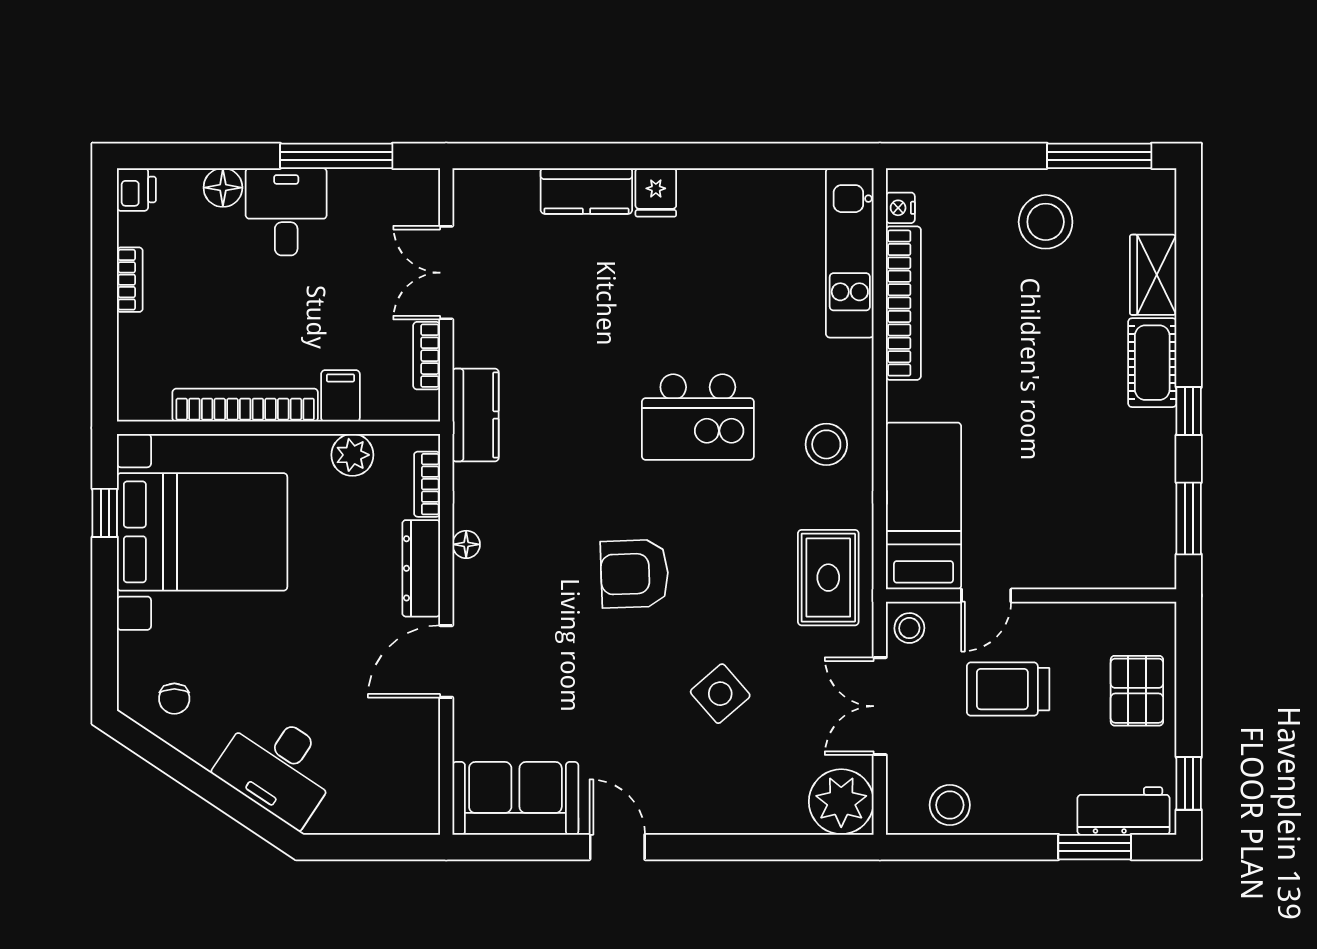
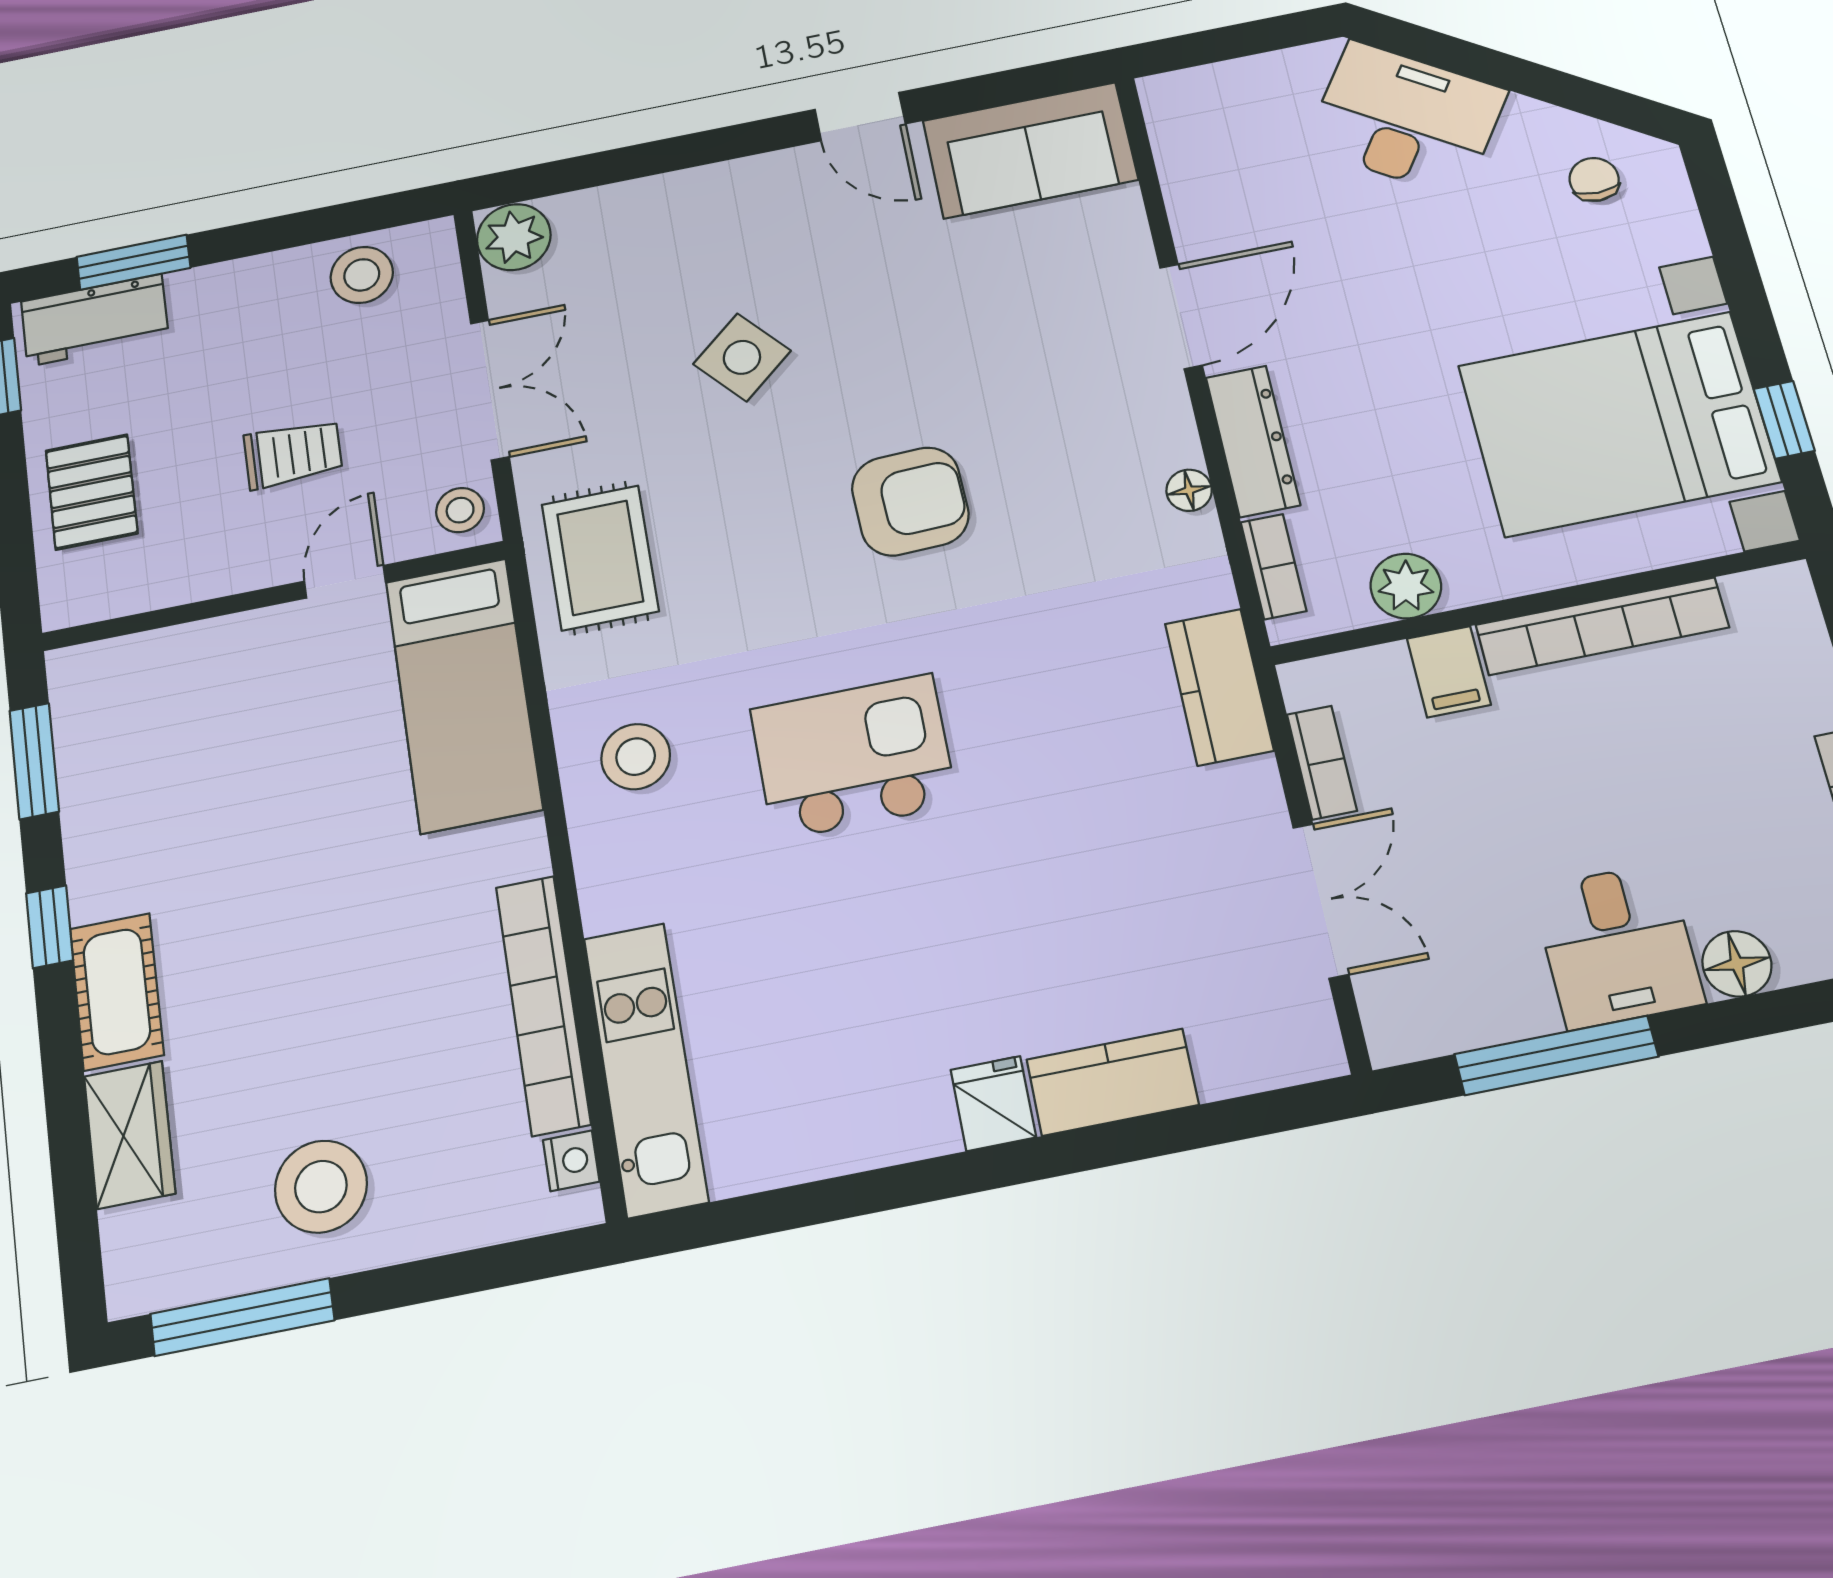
trolley: (1008, 689) -> (293, 454), width x0.73, depth x0.72
plant: (841, 802) -> (514, 237), width x0.73, depth x0.73

